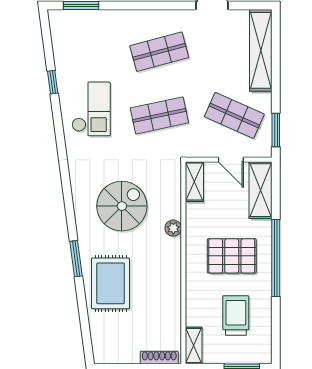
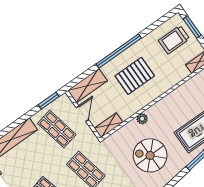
shop shelf: (234, 115) -> (57, 129), turned -36
pallet: (232, 256) -> (135, 76), turned 90
trolley: (236, 316) -> (174, 40), moved

